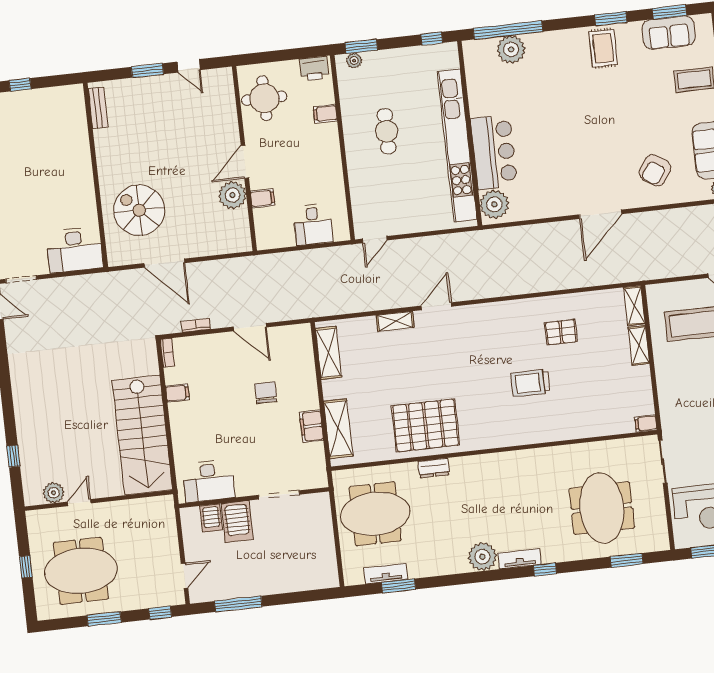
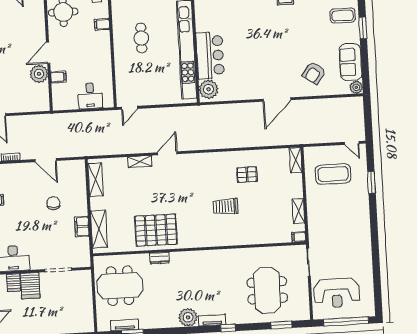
shelving: (639, 345) -> (298, 211), moved

